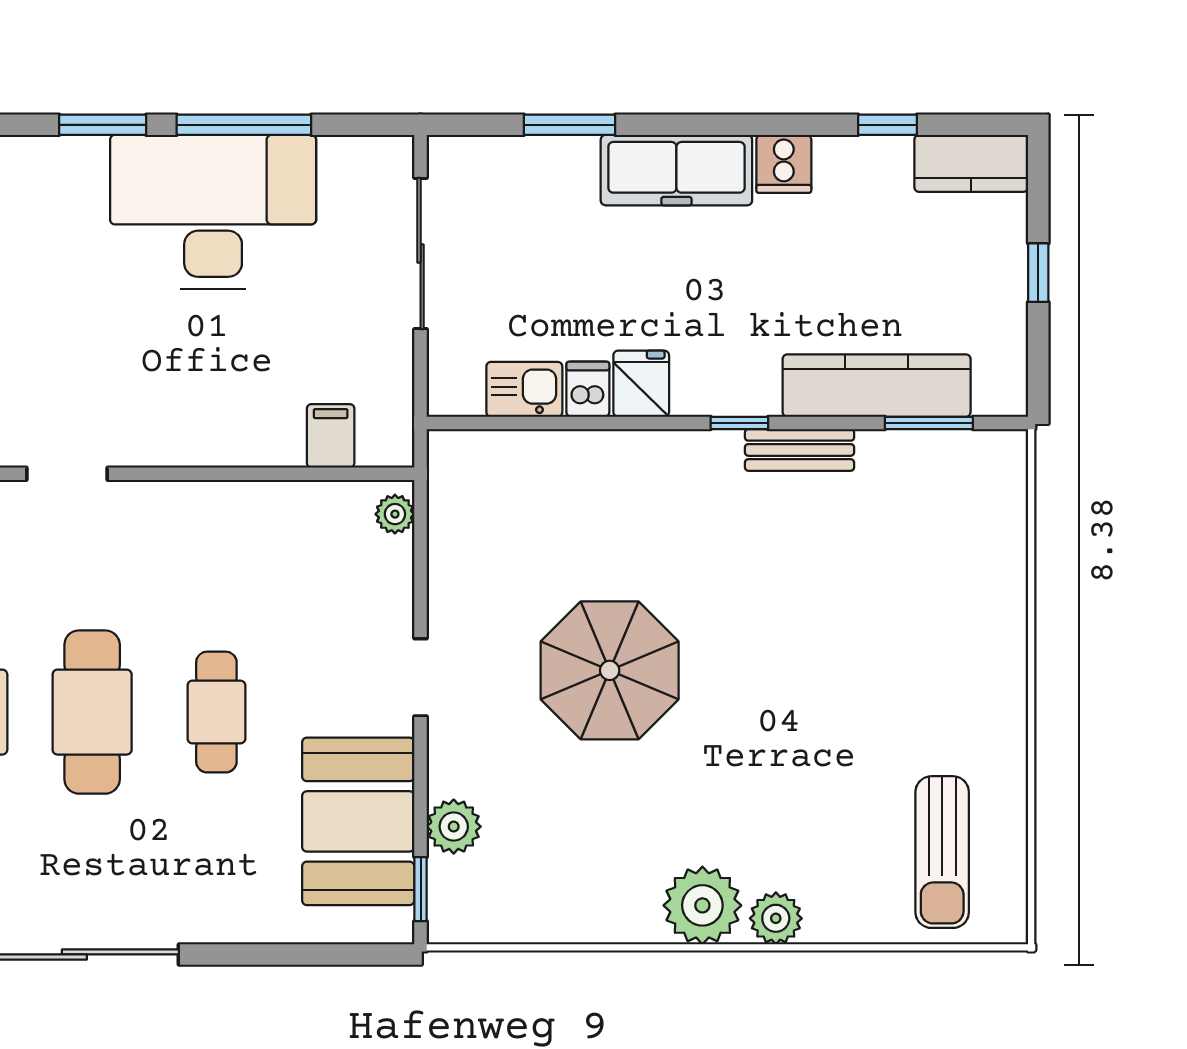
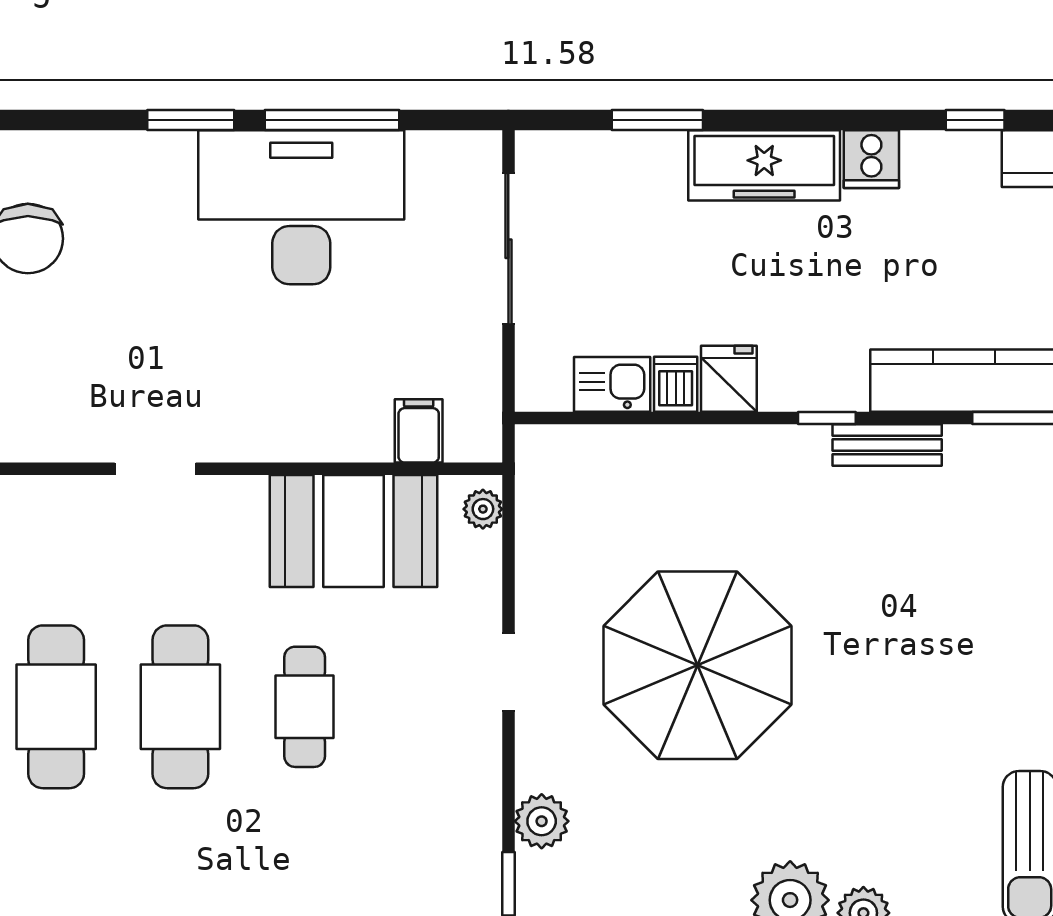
parasol: (610, 670) -> (697, 665), width x1.36, depth x1.36
booth: (358, 821) -> (354, 531), moved, turned 90

